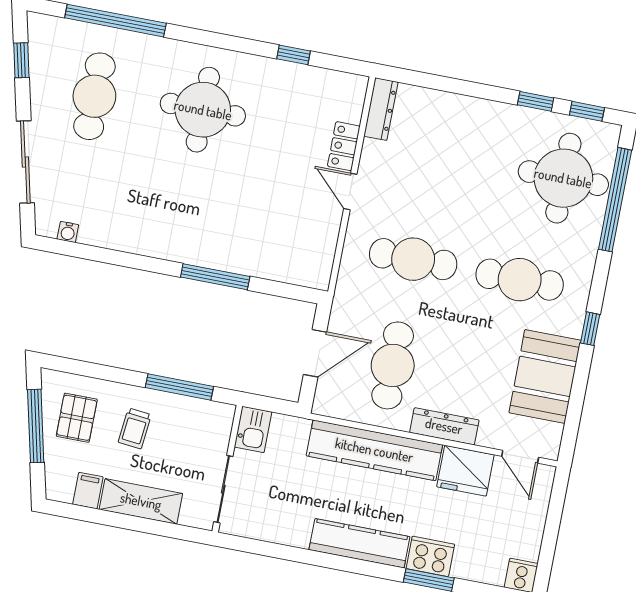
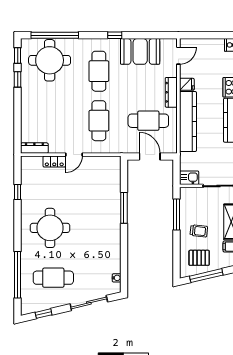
fridge: (465, 471) -> (187, 84), width x0.53, depth x0.75

